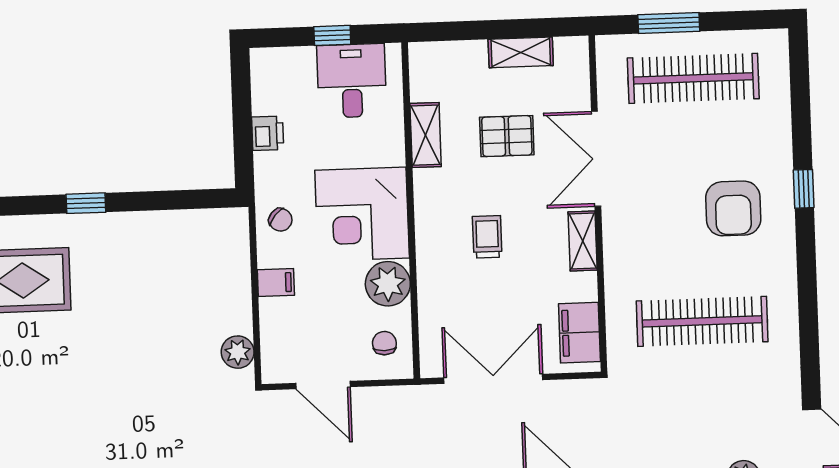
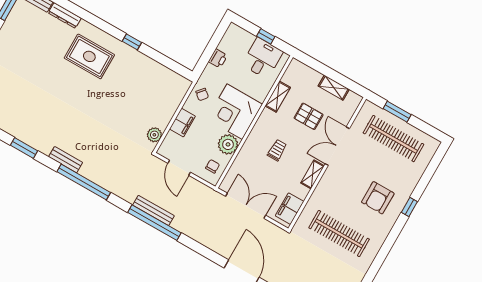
filing cabinet: (276, 283) -> (182, 123), width x2.00

